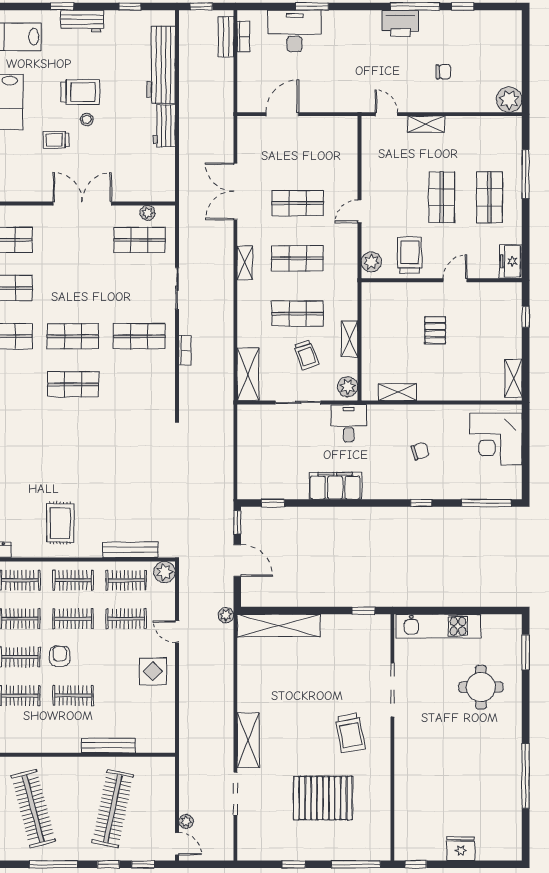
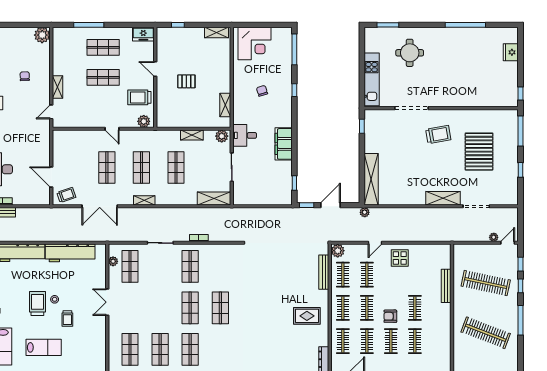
workbench: (164, 126) -> (70, 253), width x1.88, depth x1.32
double door: (82, 204) -> (107, 302), width x0.73
trolley: (306, 355) -> (66, 195), moved
clothes rail: (33, 809) -> (486, 333), turned 36
fridge: (461, 849) -> (511, 52), moved

